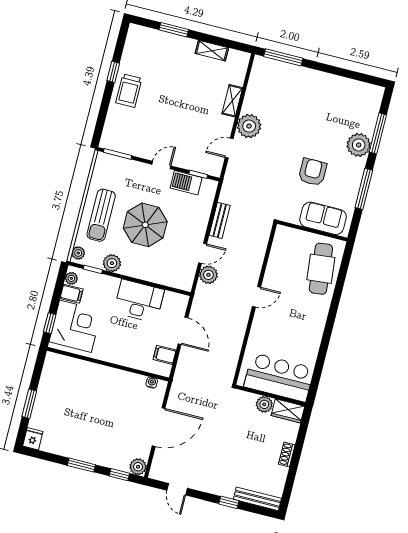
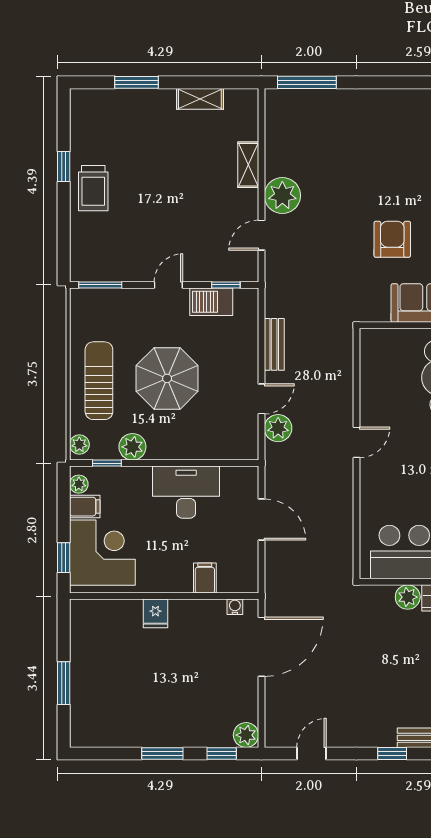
sun lounger: (101, 215) -> (99, 381), turned 180
filing cabinet: (165, 355) -> (205, 578), moved, turned 90
door: (159, 427) -> (261, 647), moved
fridge: (33, 439) -> (155, 613), moved, turned 180
door: (177, 489) -> (312, 754), swing flipped

